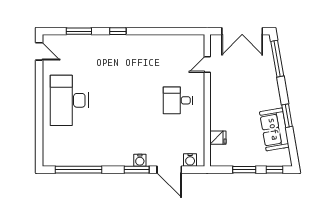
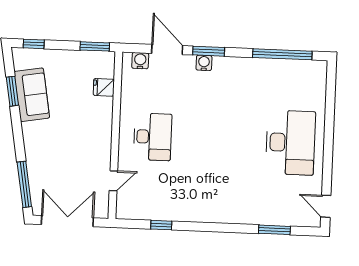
window: (118, 31) -> (161, 225), moved
desk: (178, 100) -> (153, 137), width x1.37
window: (287, 116) -> (12, 91), moved
window: (244, 170) -> (95, 46), moved

